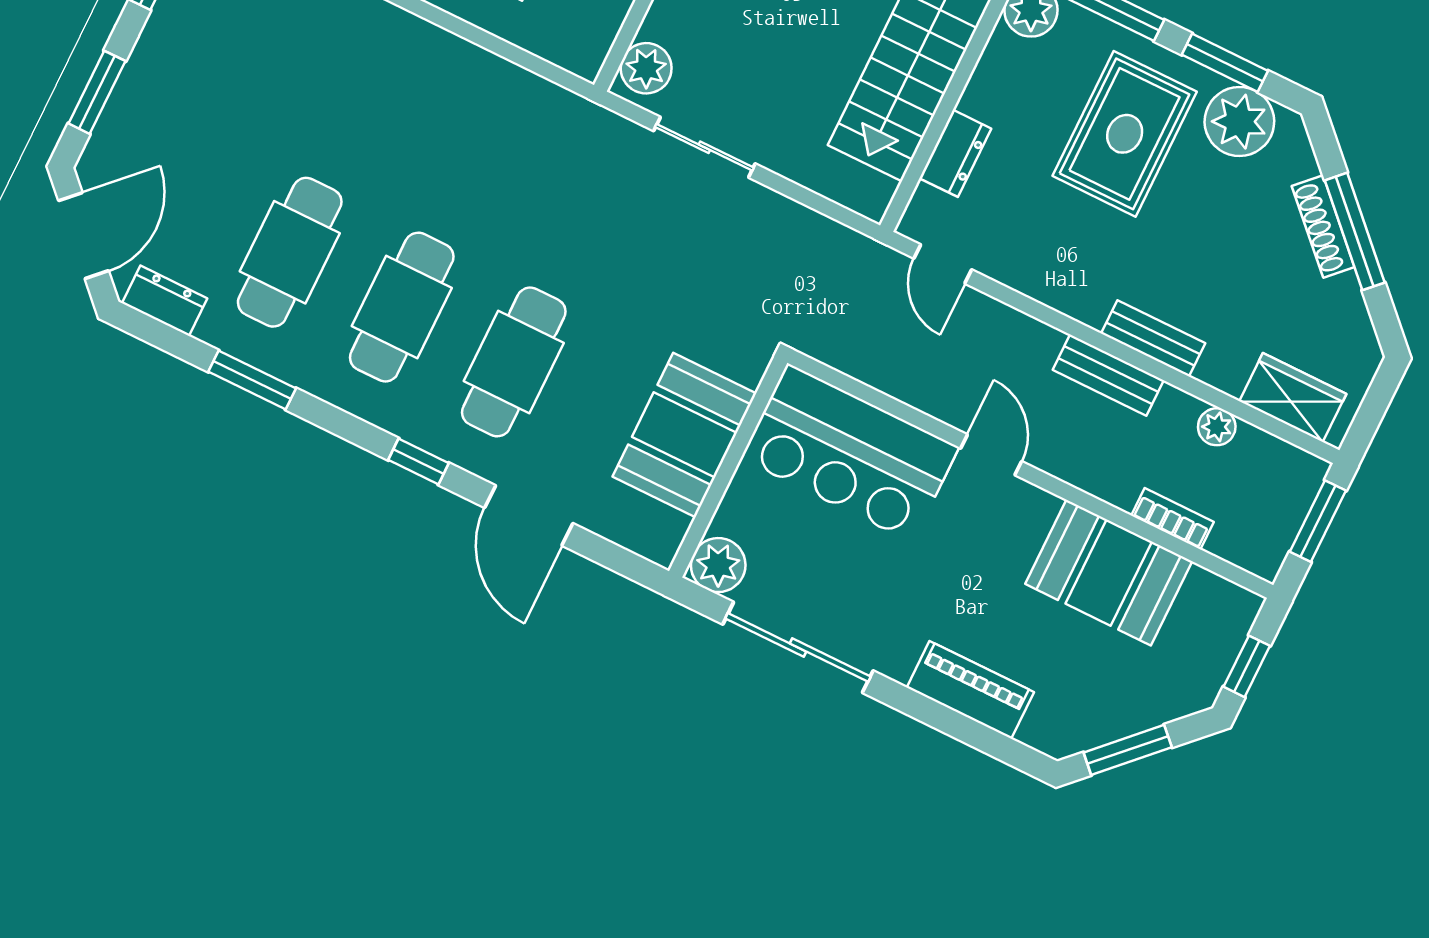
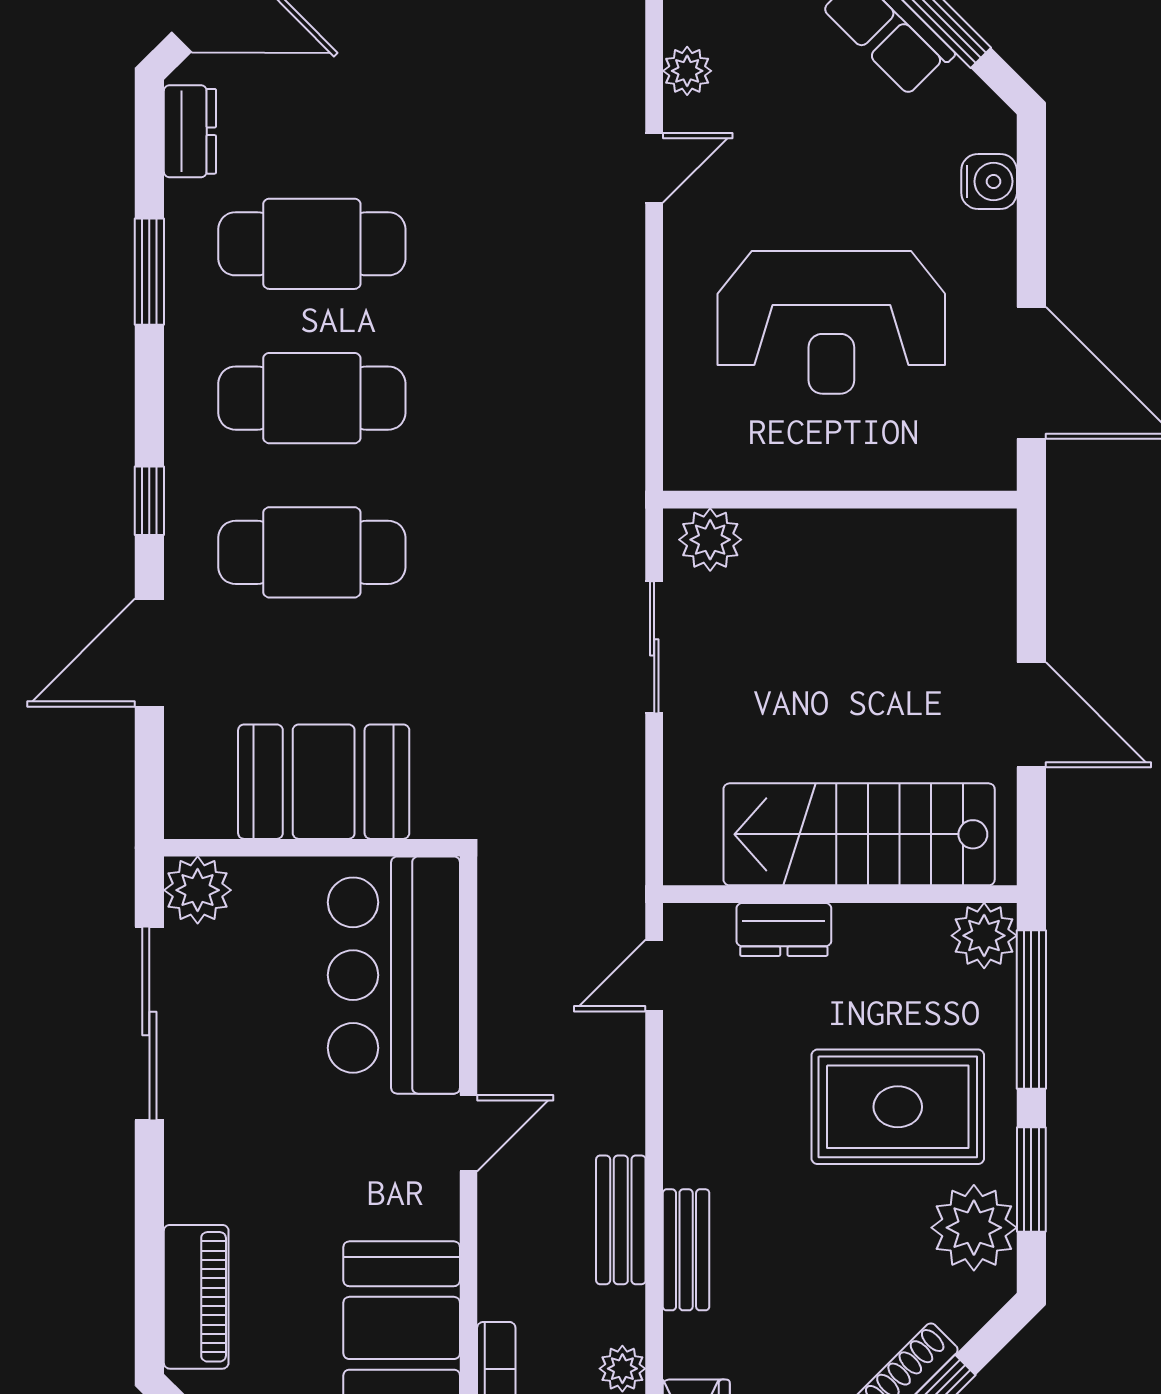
piano: (970, 690) -> (196, 1297), moved

